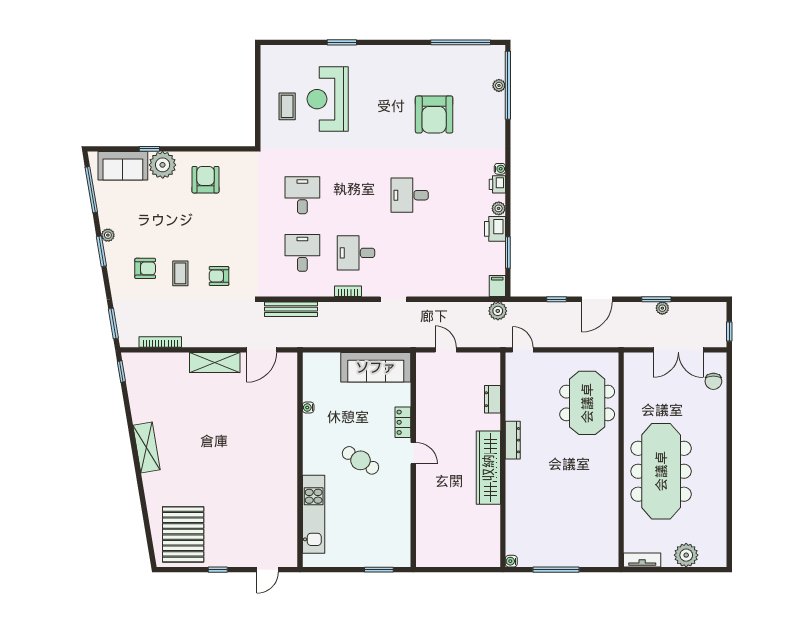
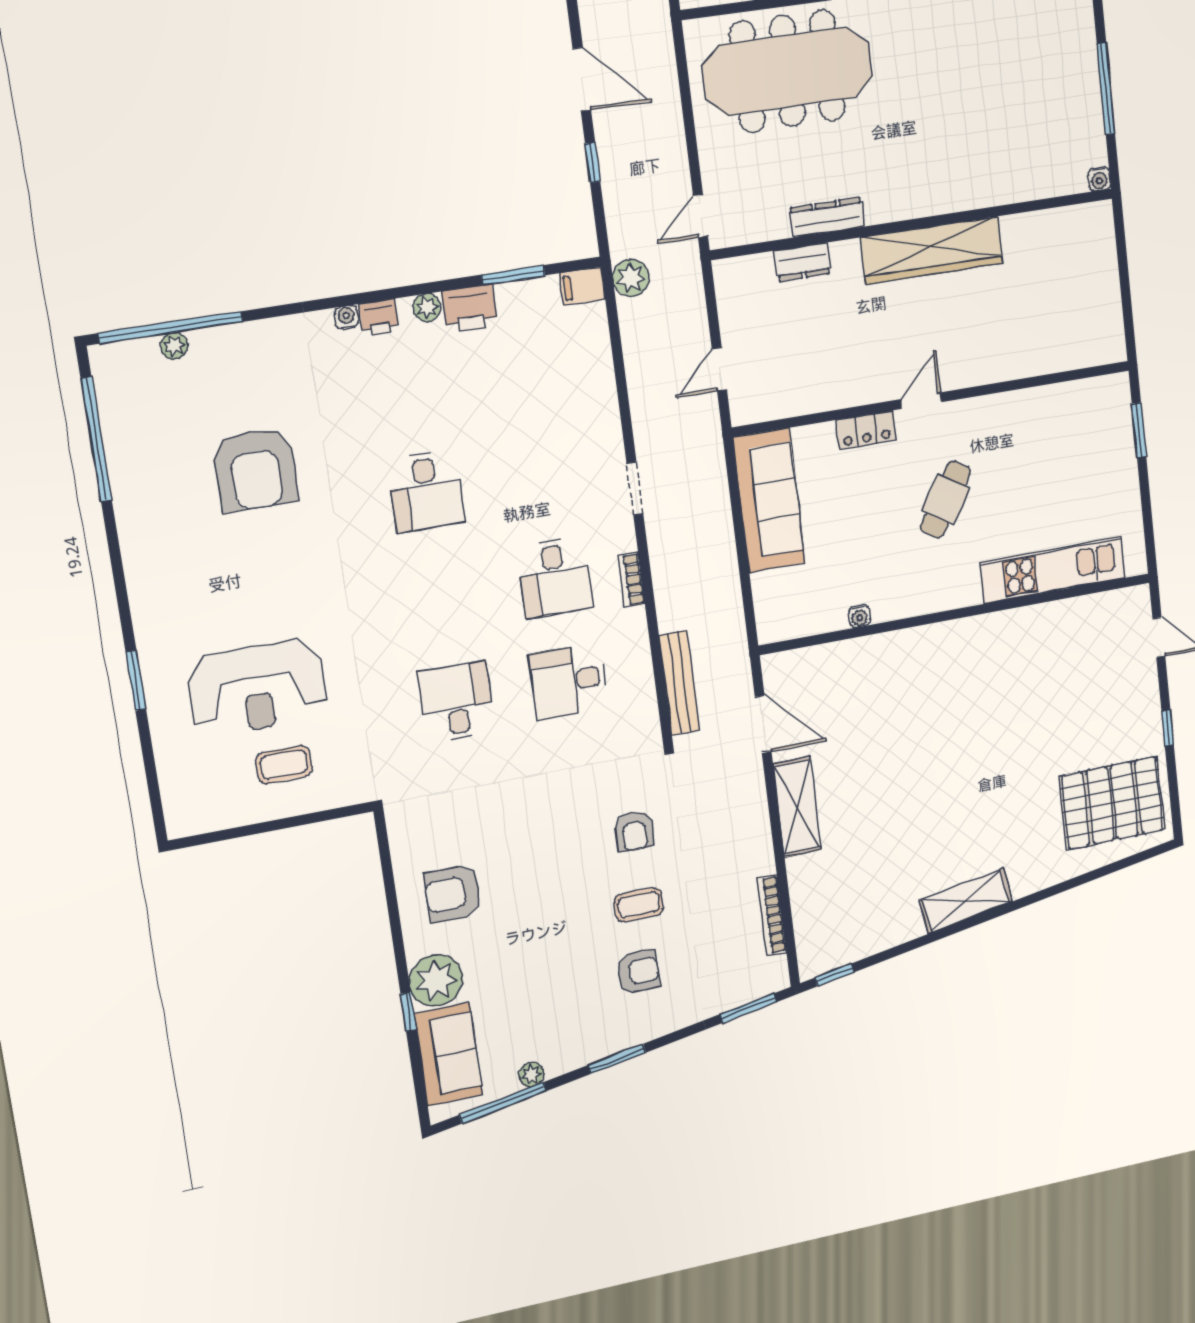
armchair: (434, 115) -> (255, 469), turned 90
desk: (302, 195) -> (456, 702), turned 90
plant: (108, 235) -> (531, 1074), moved
armchair: (145, 268) -> (638, 972), turned 90
meeting table: (587, 403) -> (787, 71), width x1.36
dresser: (513, 440) -> (827, 217), moved

